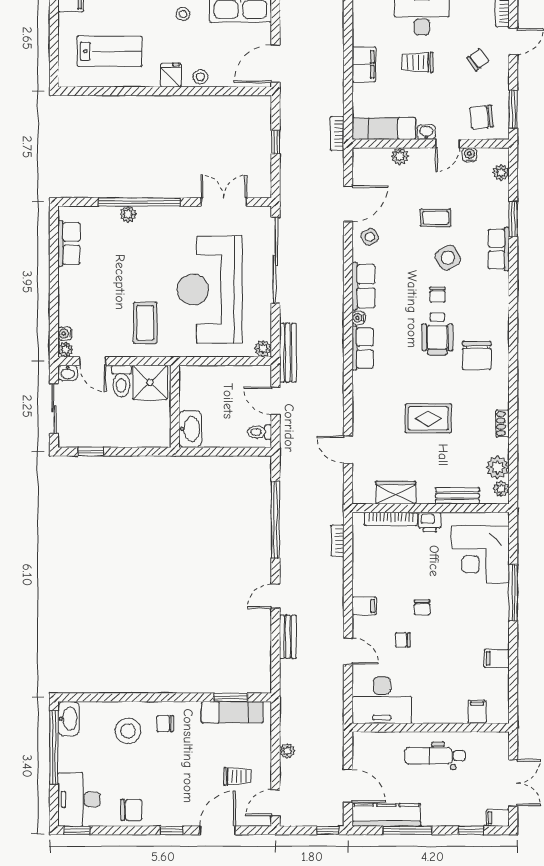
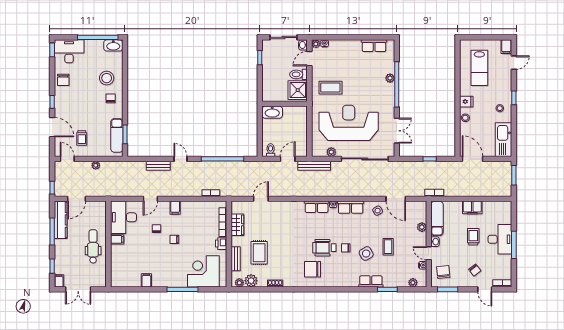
plant: (263, 348) -> (331, 152), moved
rug: (428, 418) -> (259, 253), moved
filing cabinet: (477, 712) -> (117, 239), moved

